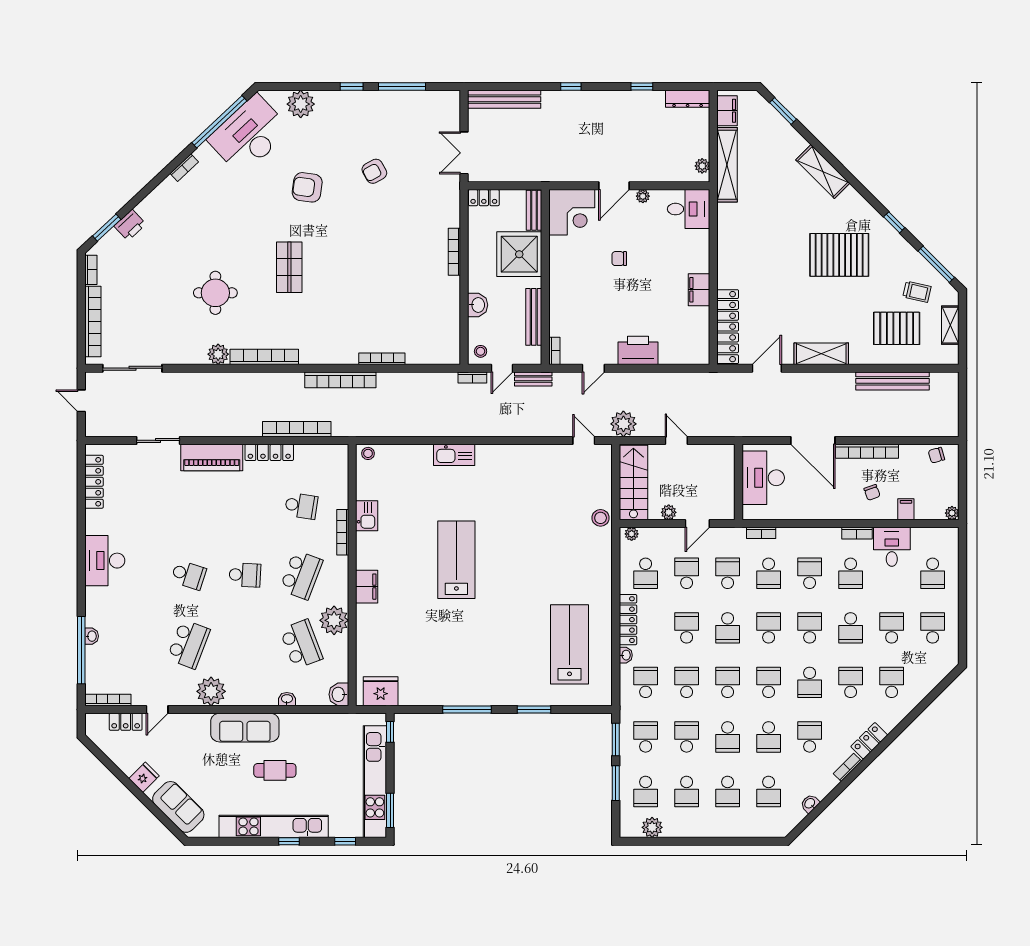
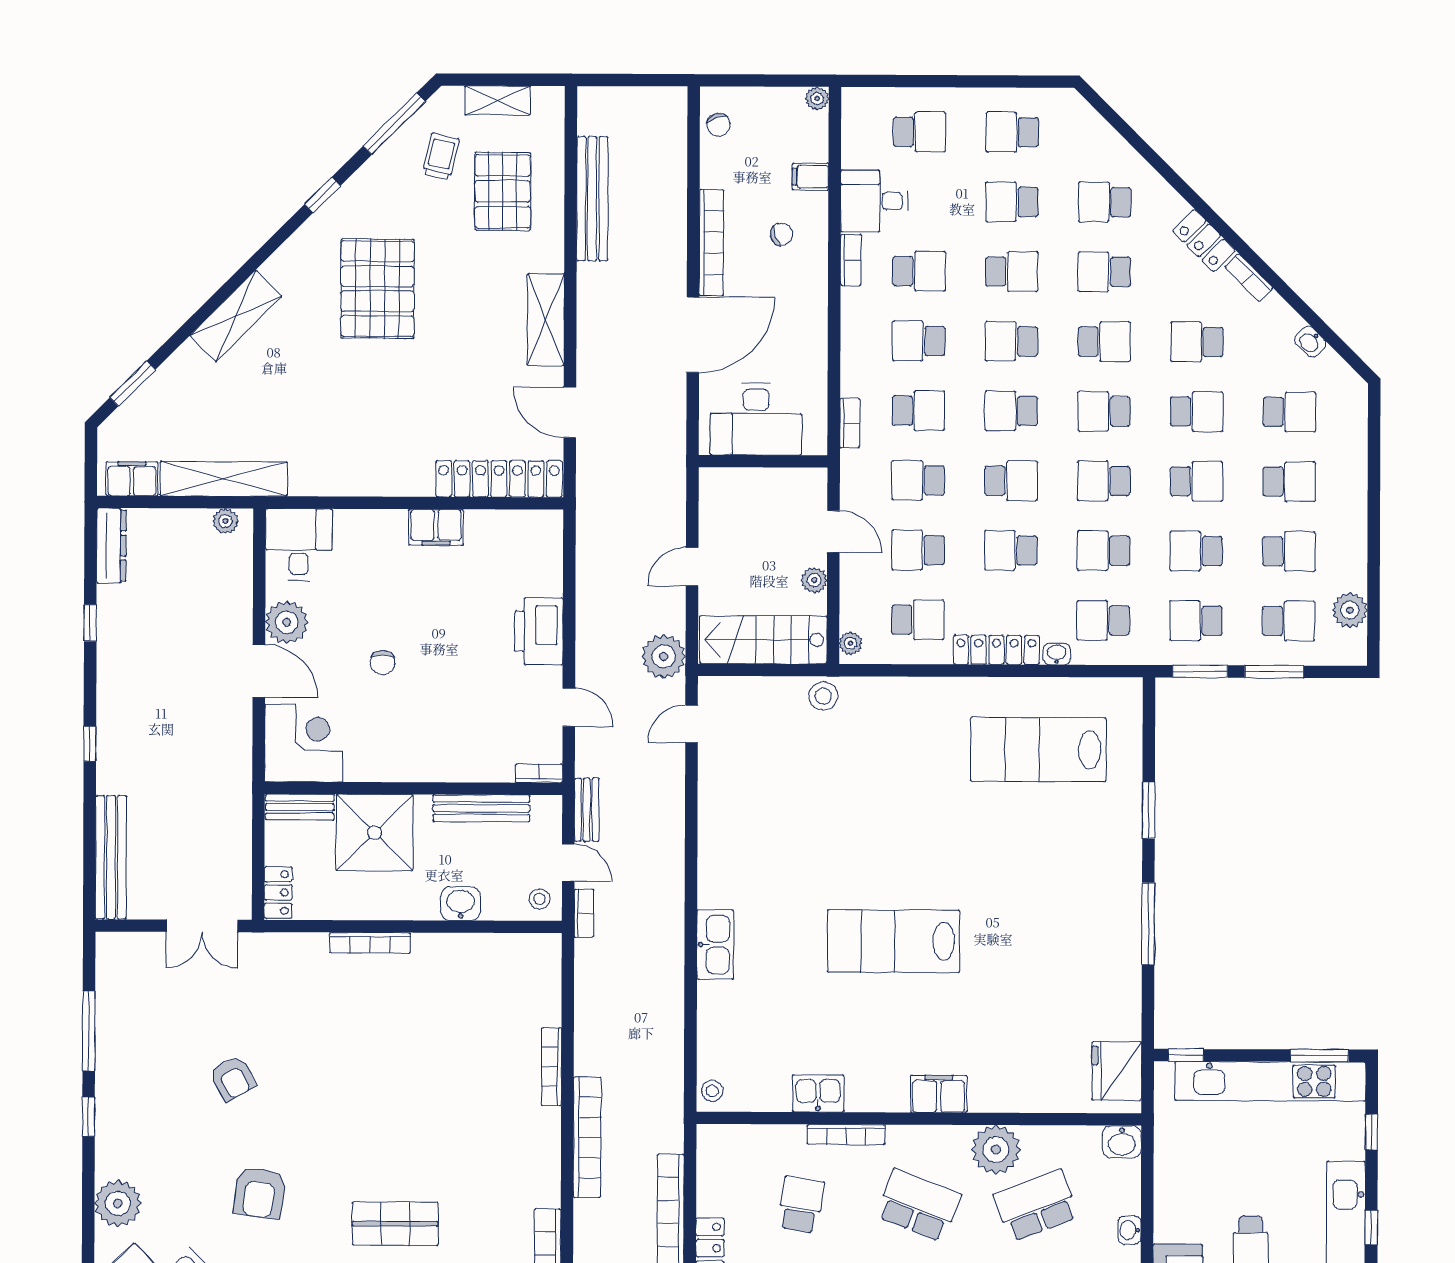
plant: (643, 196) -> (287, 622), width x1.87, depth x1.87

